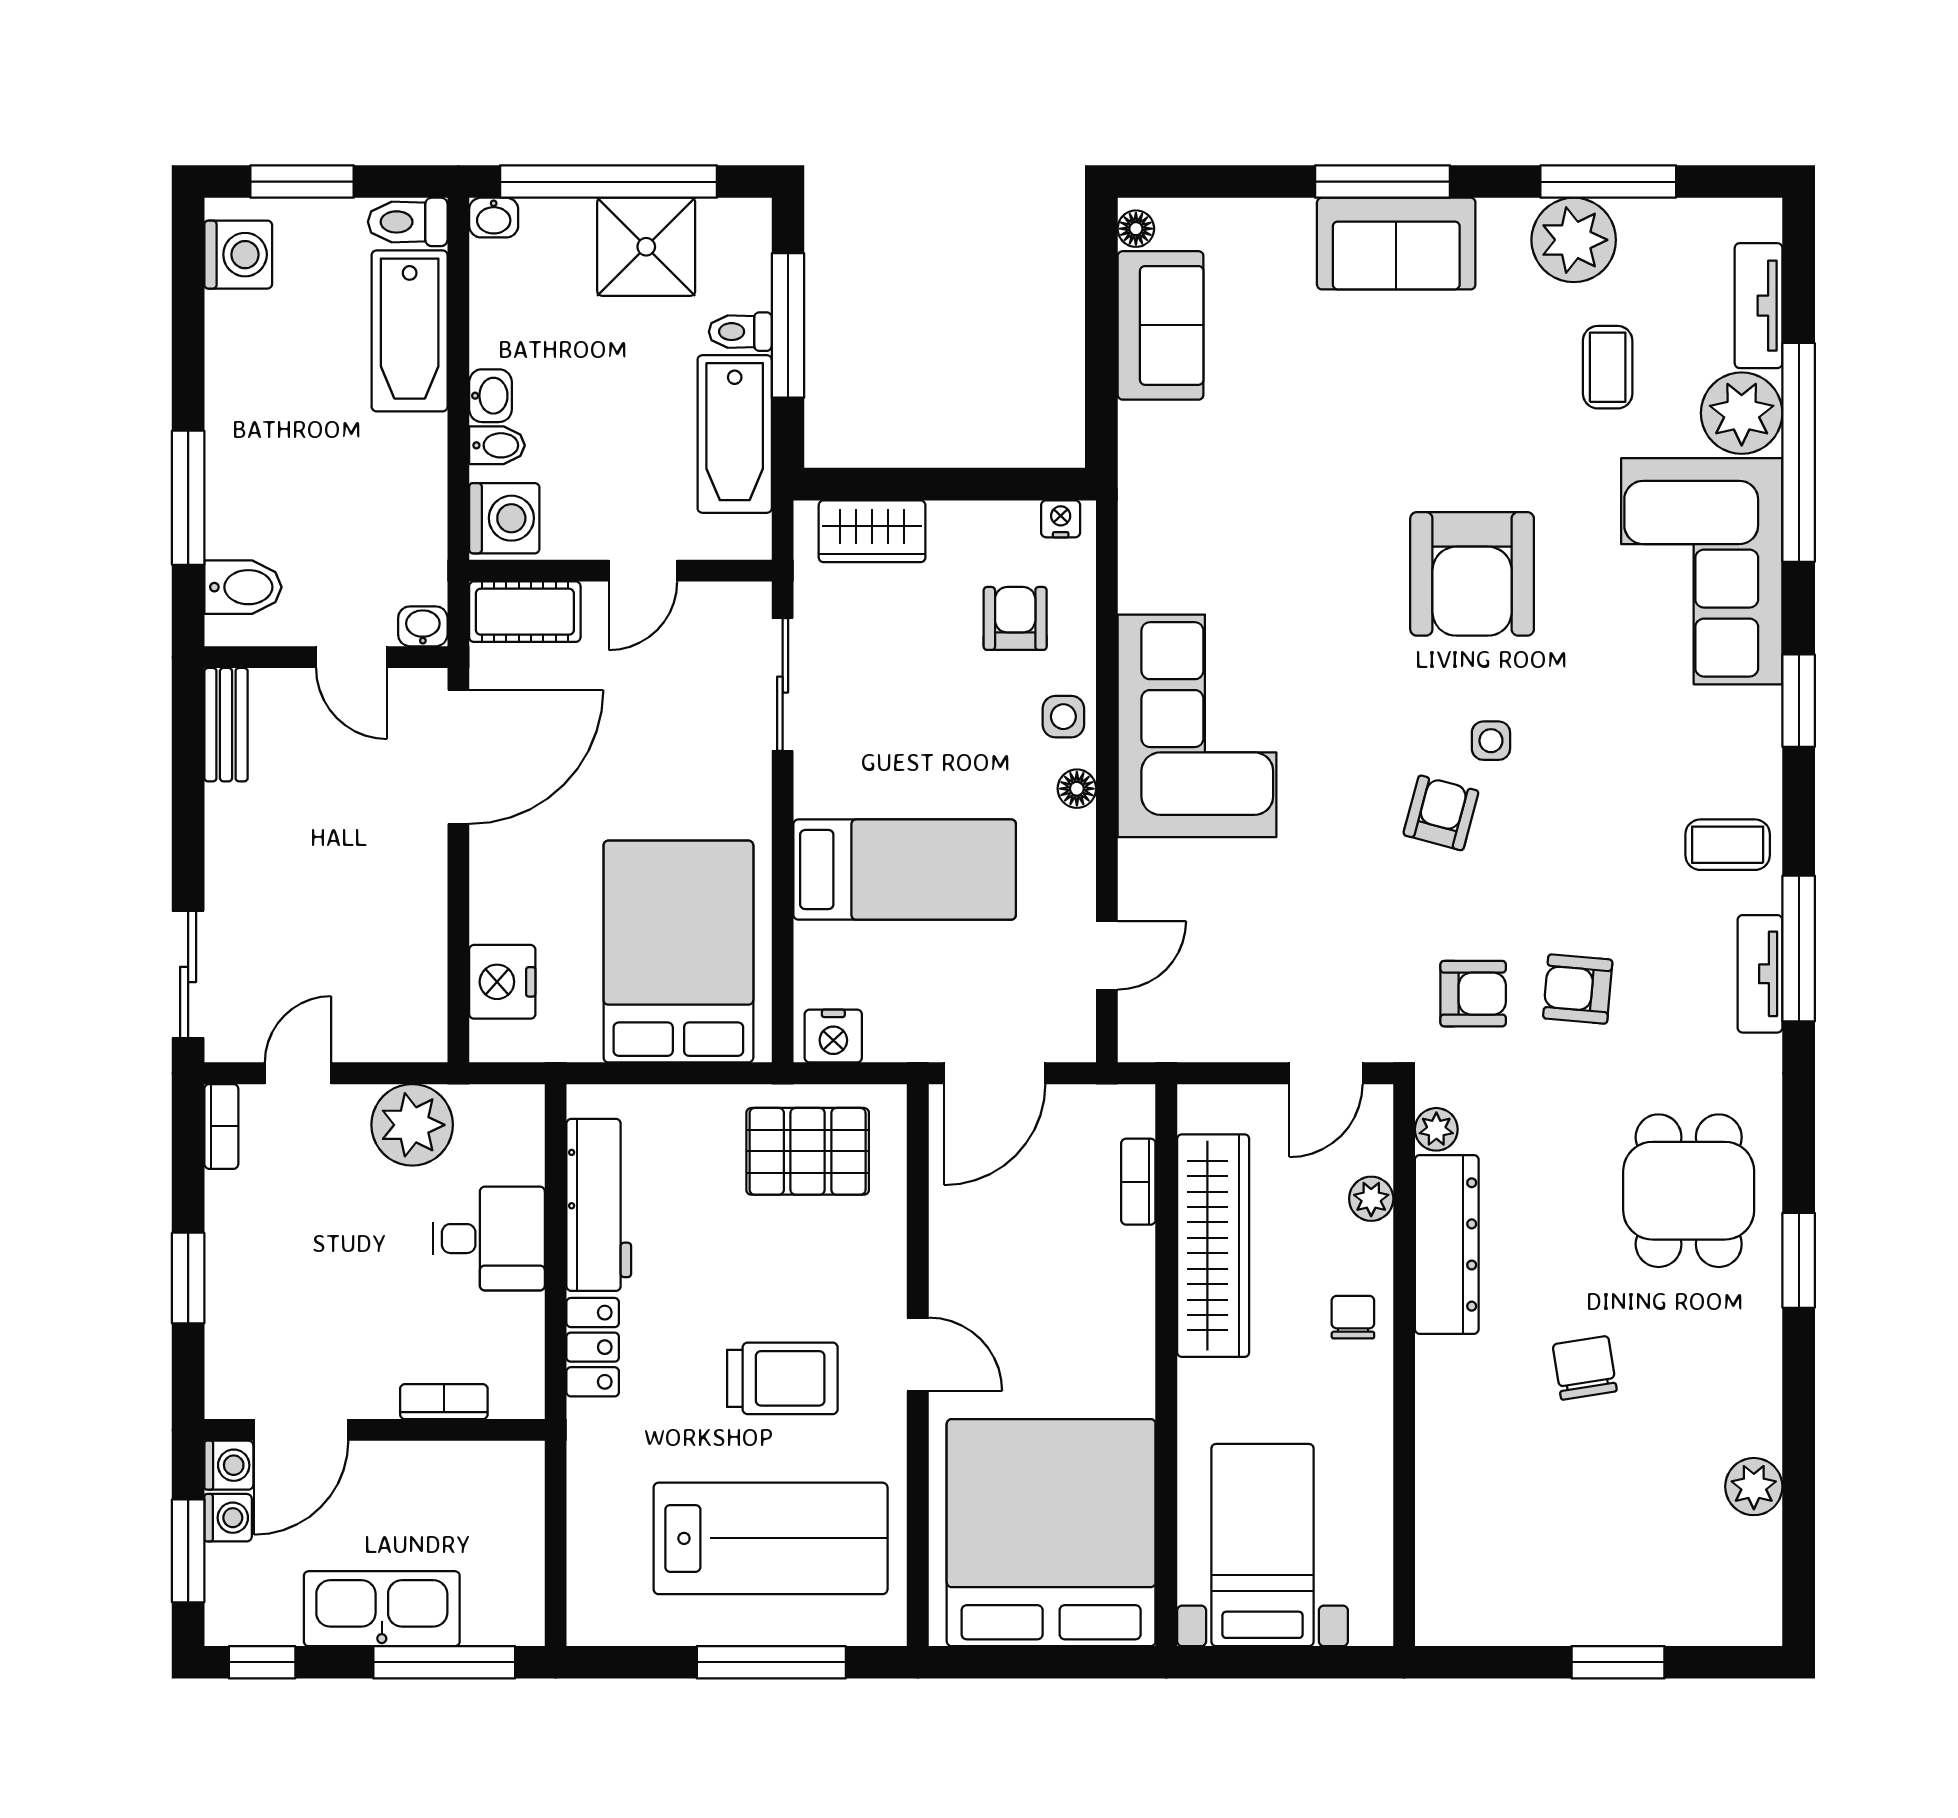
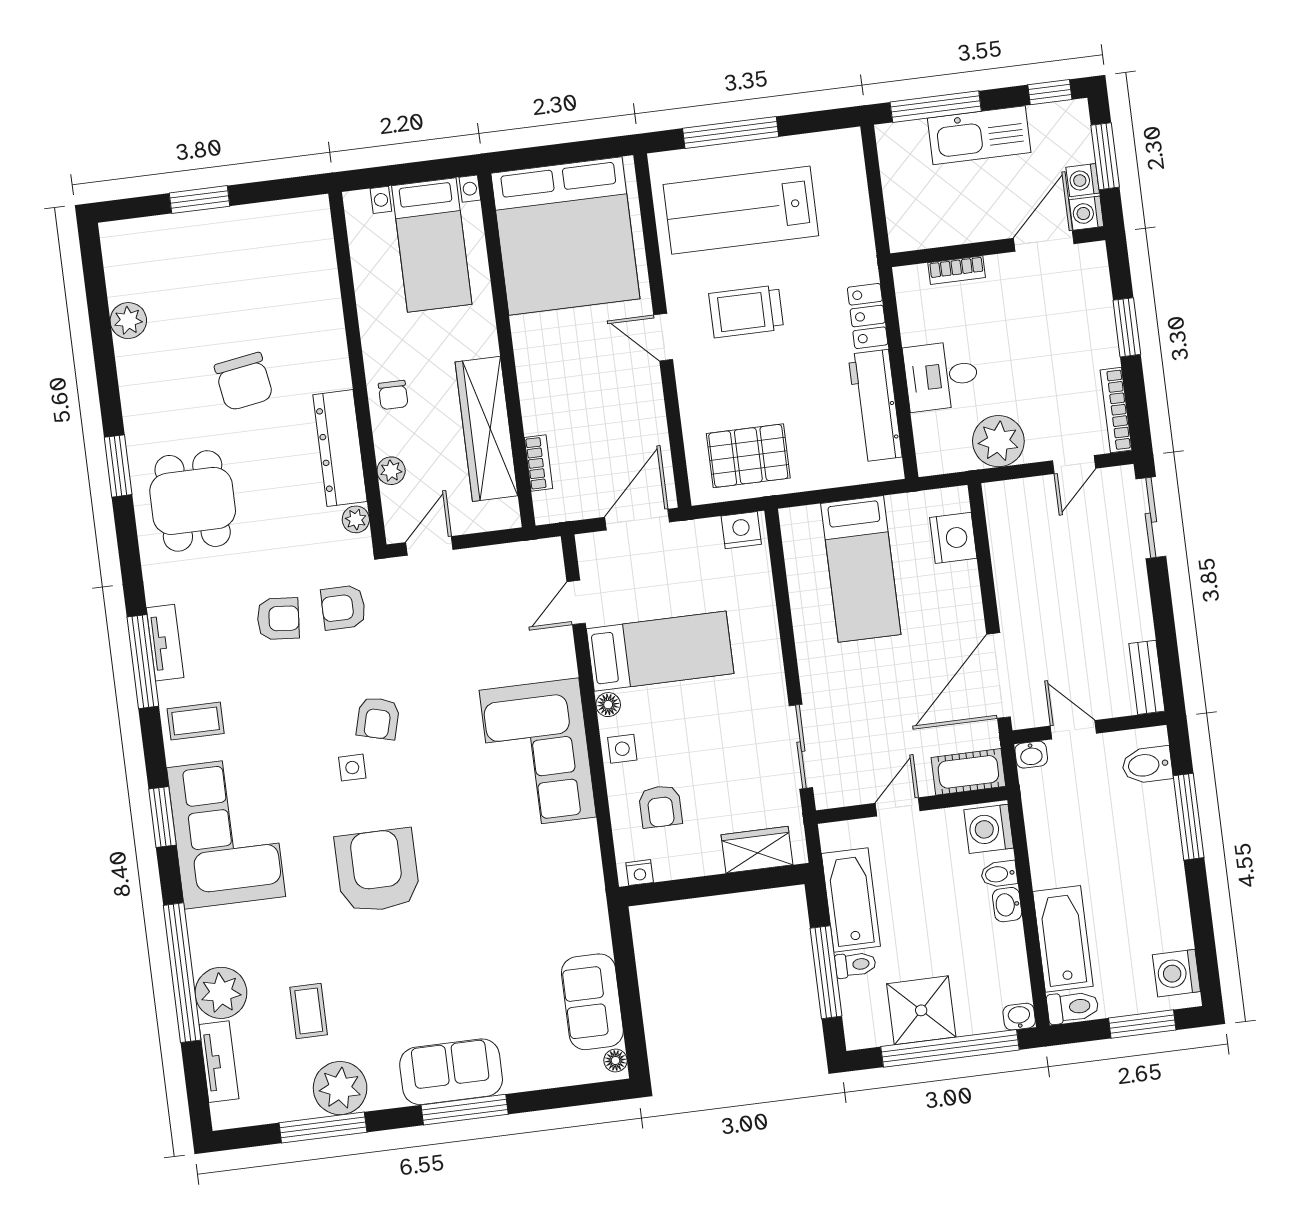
corner sofa: (1702, 571) -> (226, 832), moved
bed: (905, 870) -> (660, 651), moved, turned 180
bed: (678, 951) -> (861, 569), width x0.67
bookcase: (221, 1126) -> (1116, 410), width x1.56
chair: (1585, 1368) -> (244, 382), width x1.37, depth x1.37

